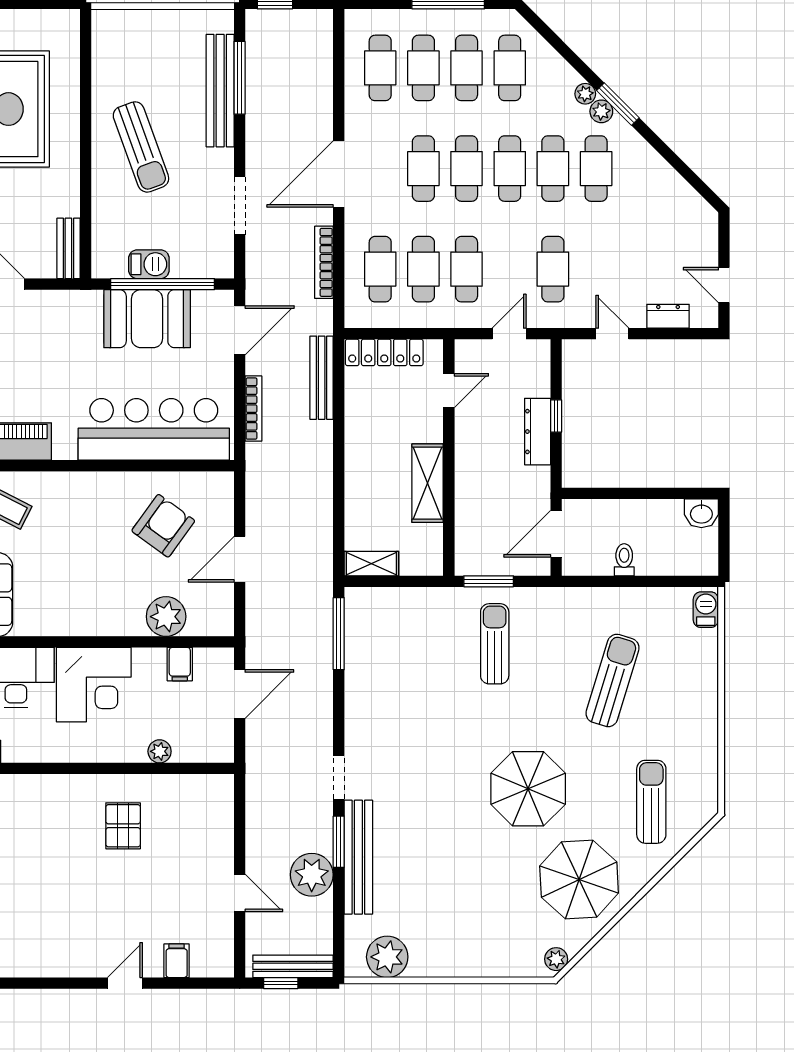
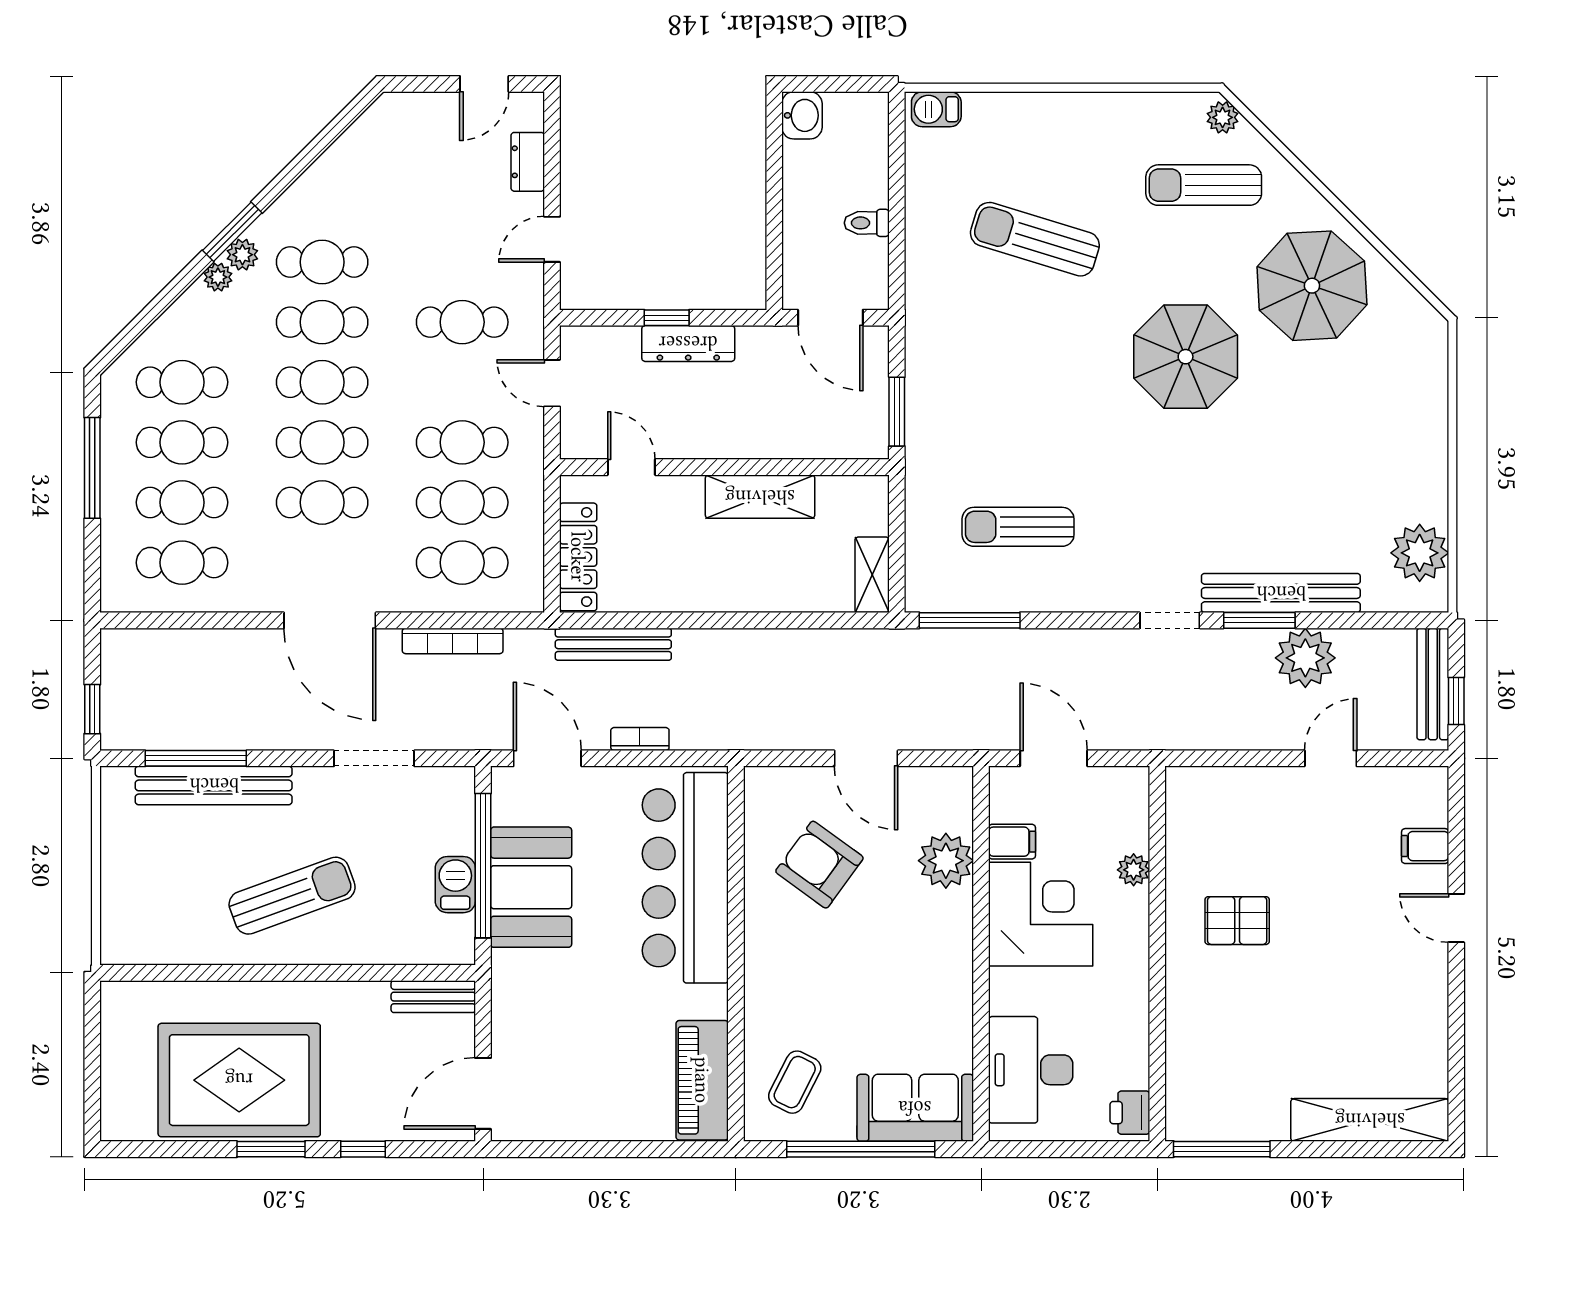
bookcase: (253, 409) -> (640, 739), width x0.64
sun lounger: (495, 644) -> (1018, 527), moved
corner desk: (94, 685) -> (1041, 914), moved
plant: (556, 959) -> (1223, 117), moved

